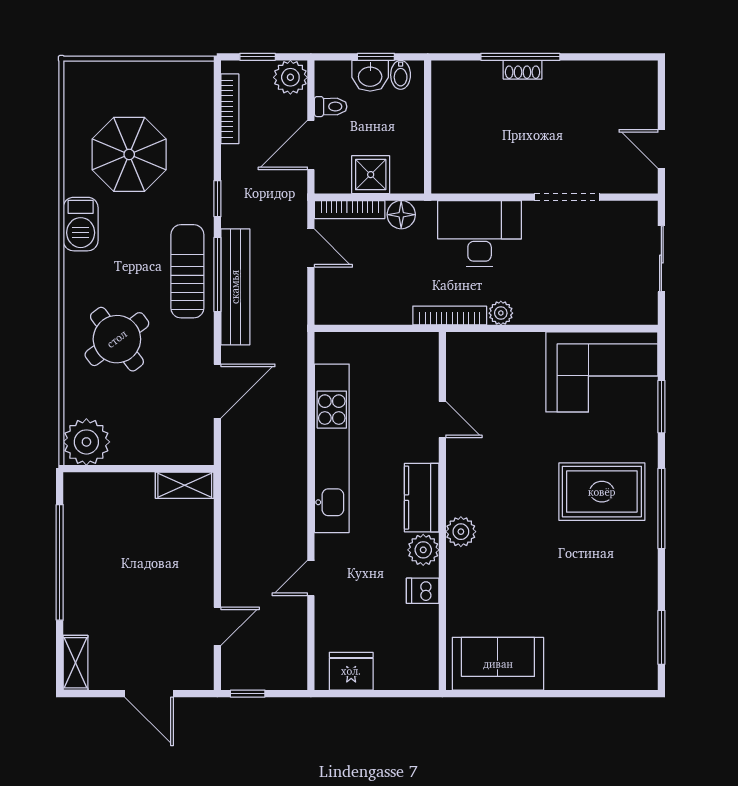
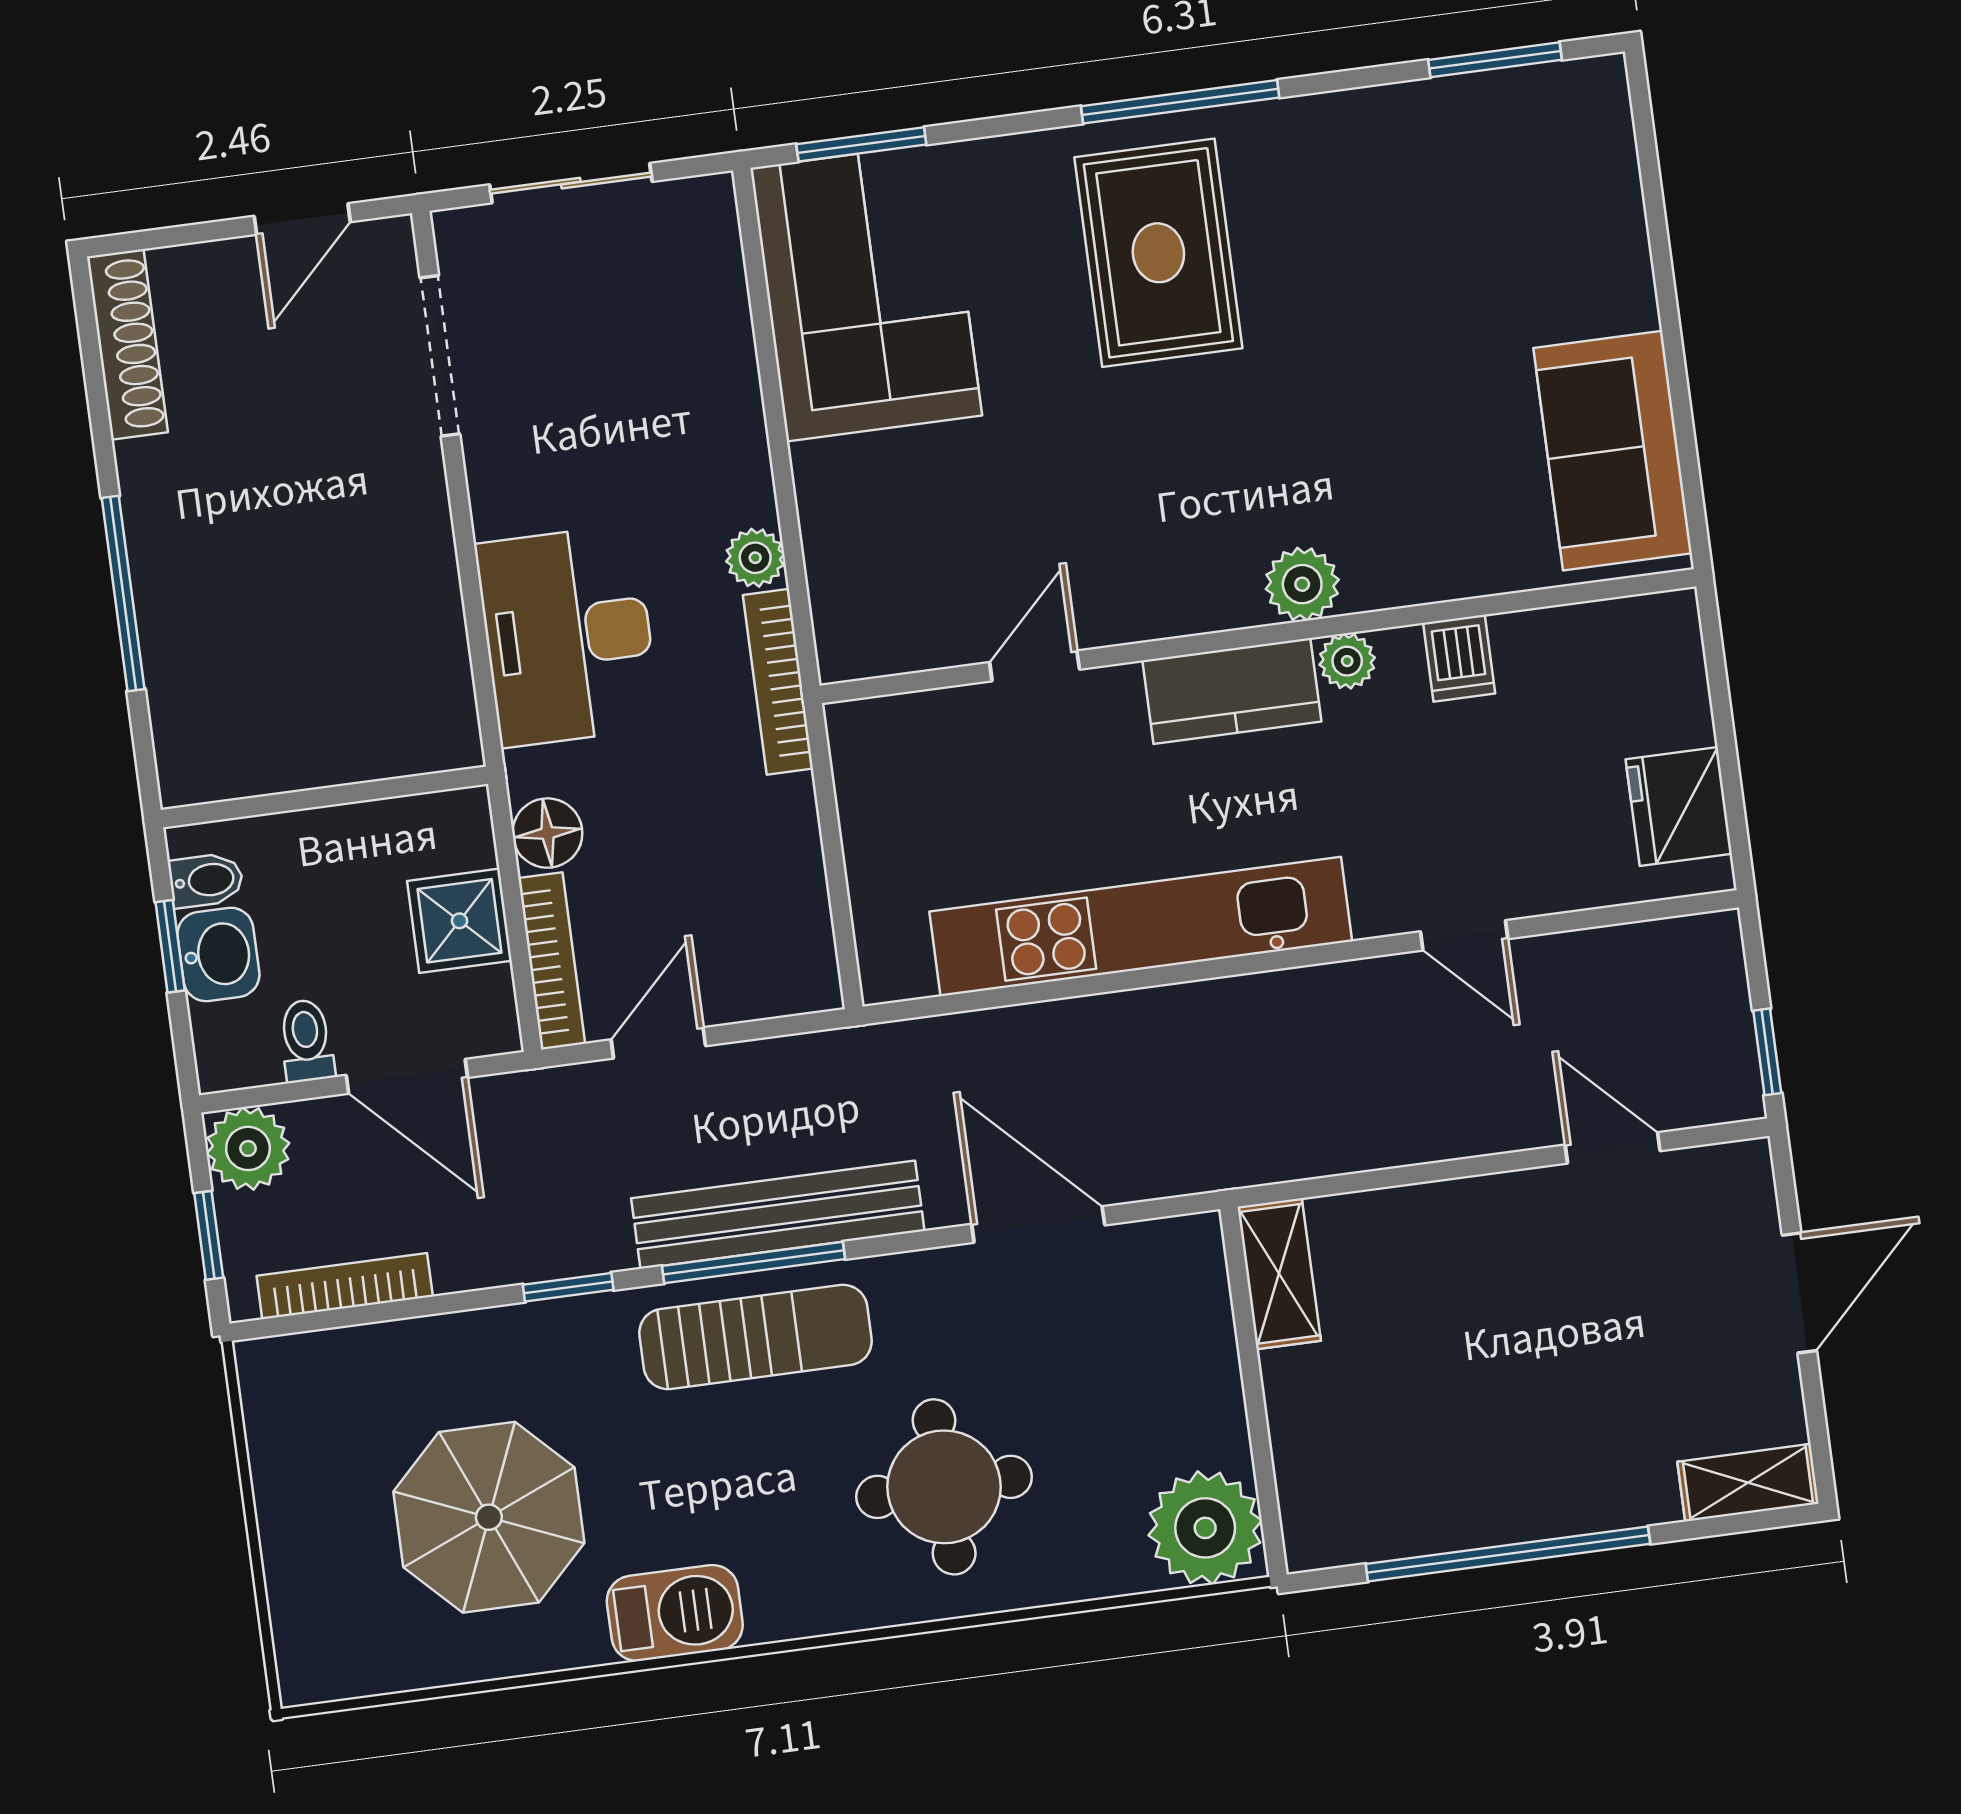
shoe rack: (522, 70) -> (127, 344), moved, width x1.94, depth x1.24
doorway: (567, 197) -> (440, 356), moved
sun lounger: (187, 271) -> (755, 1337), turned 180
round table: (117, 339) -> (944, 1487), turned 36
window: (661, 407) -> (861, 144), moved
plant: (423, 550) -> (1347, 661), width x0.73, depth x0.73

